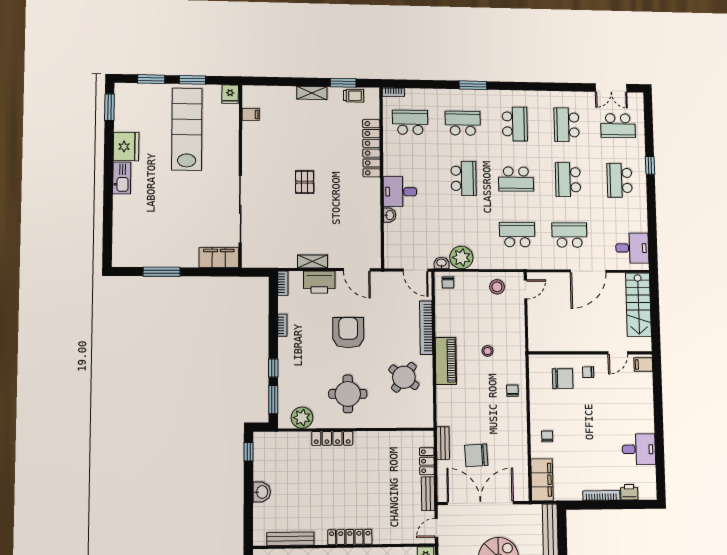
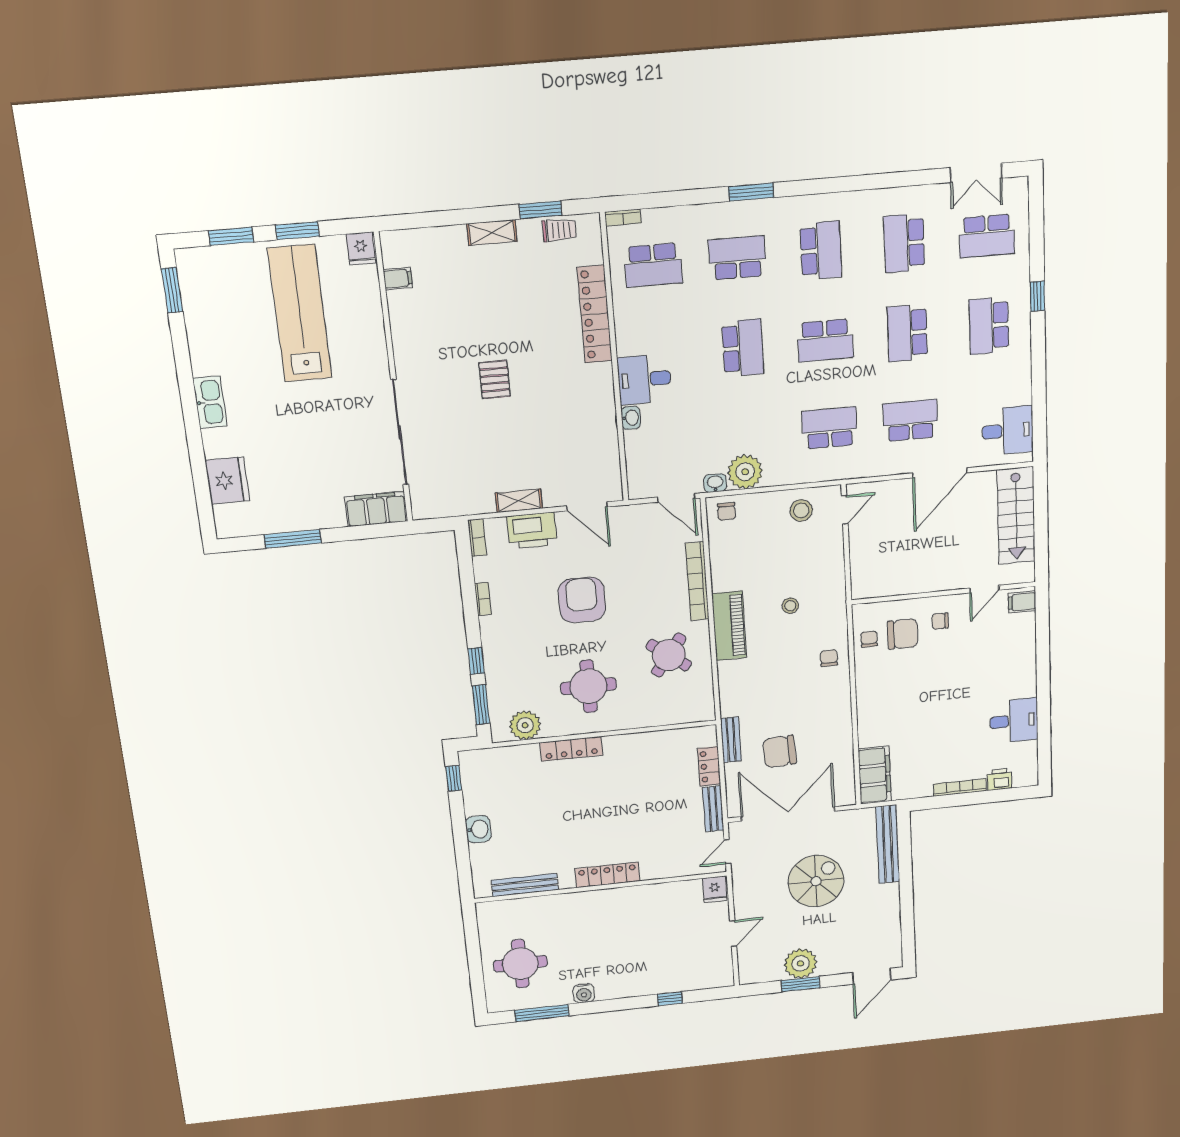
school desk: (410, 122) -> (653, 265), turned 180
fridge: (126, 147) -> (227, 481), moved
chair: (547, 436) -> (869, 639), moved

